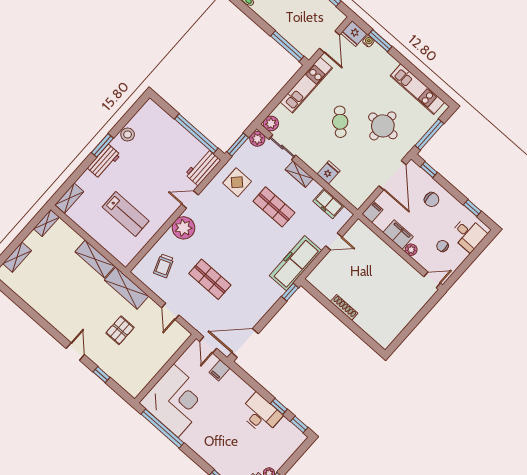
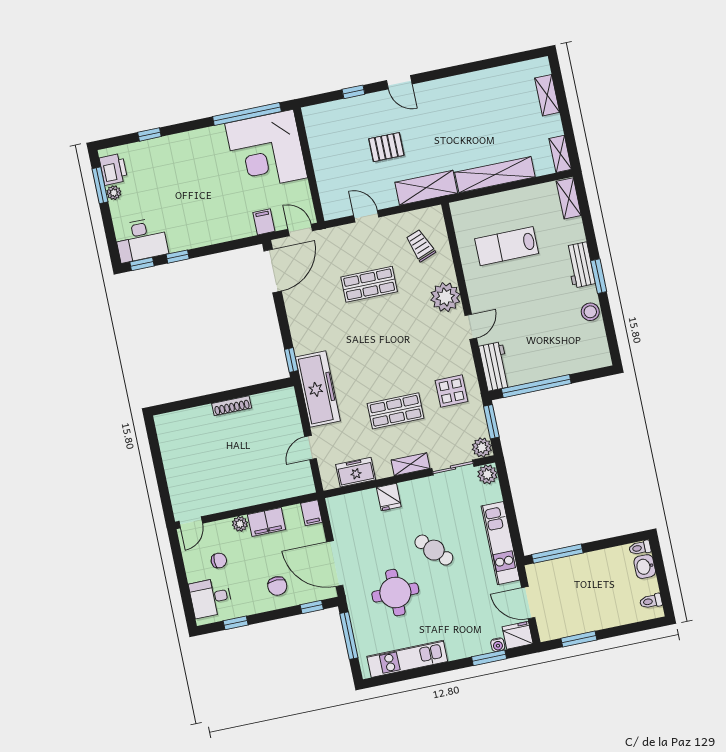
chair: (432, 200) -> (277, 586), turned -90
shelving: (95, 259) -> (495, 175), width x1.47
pallet: (120, 330) -> (386, 147), turned 90
desk: (261, 414) -> (141, 240), moved

